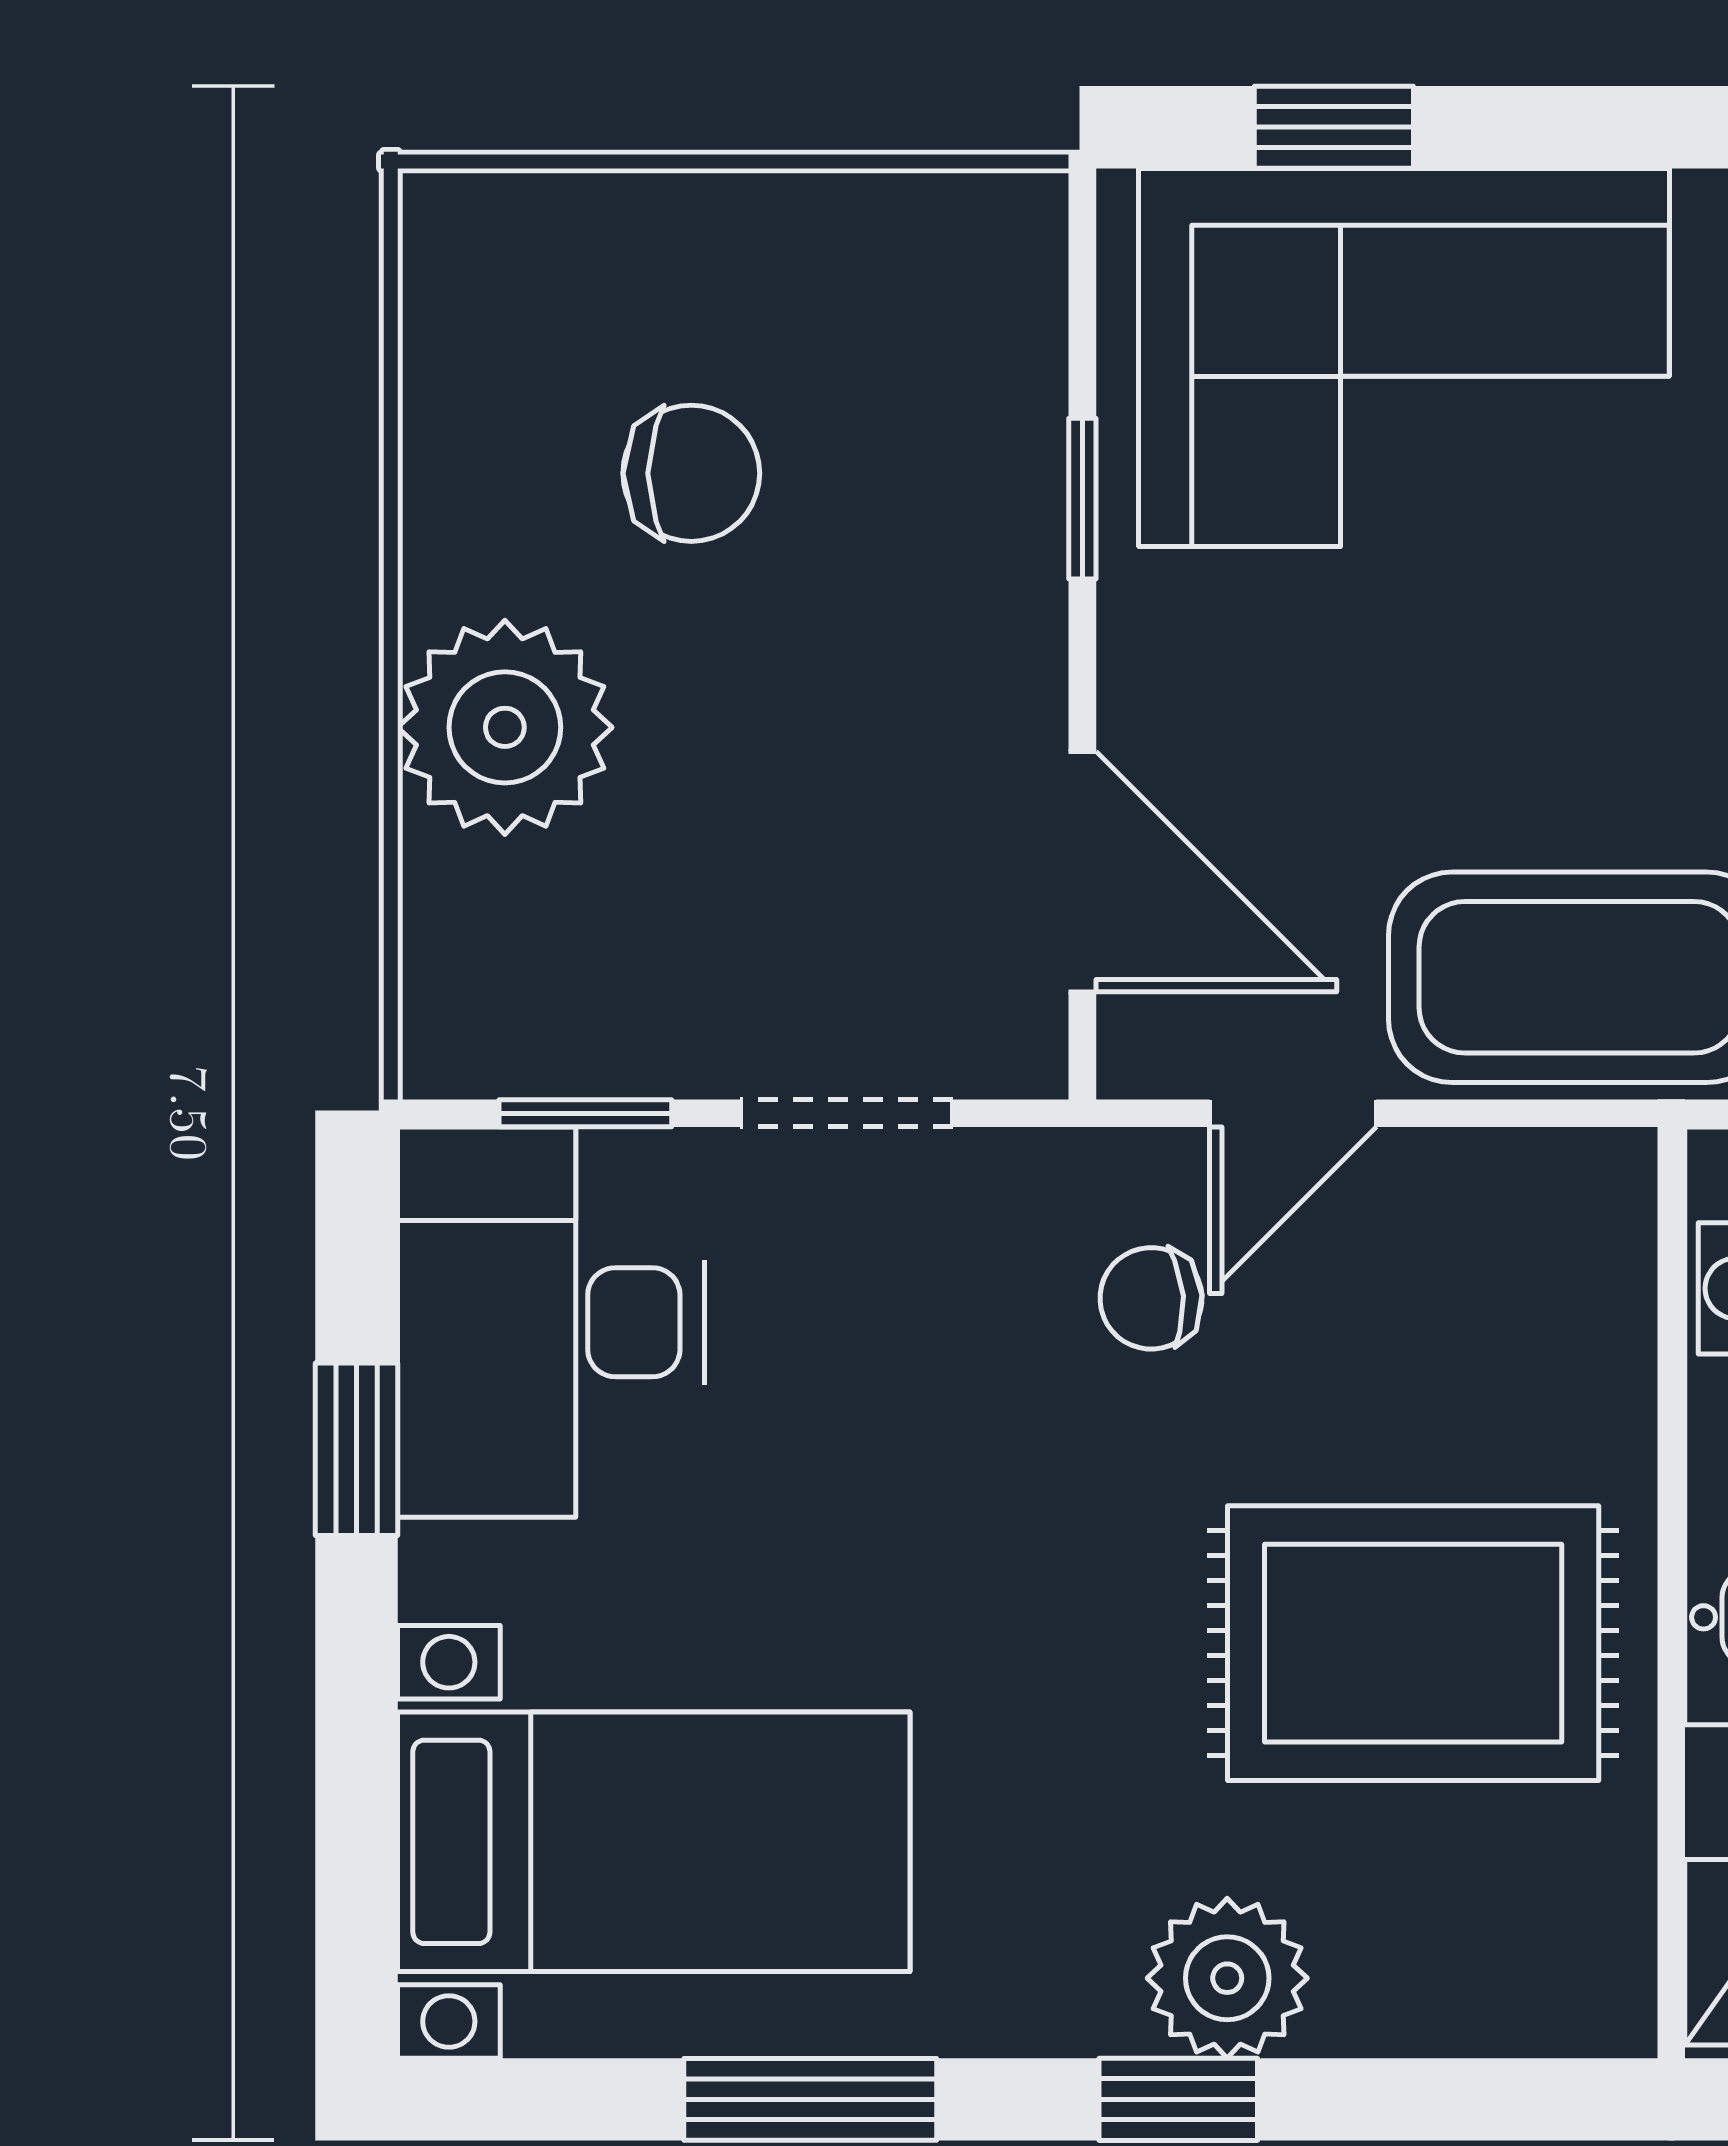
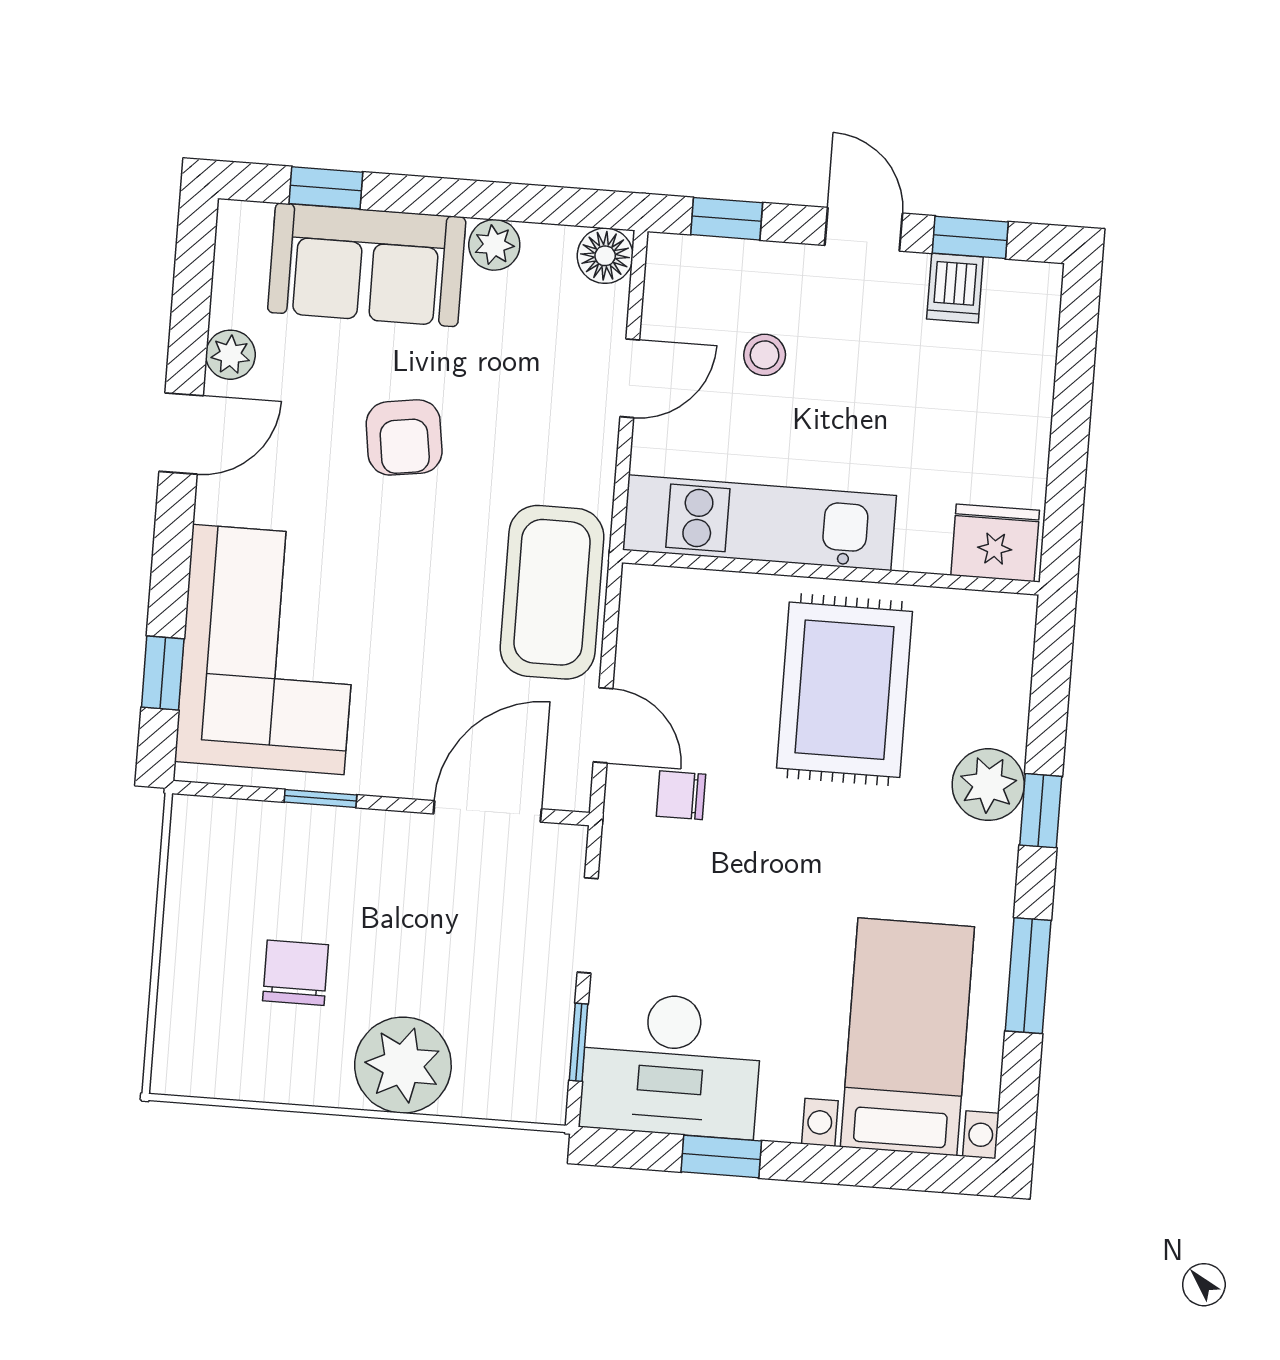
chair: (1151, 1298) -> (681, 795), turned 94

